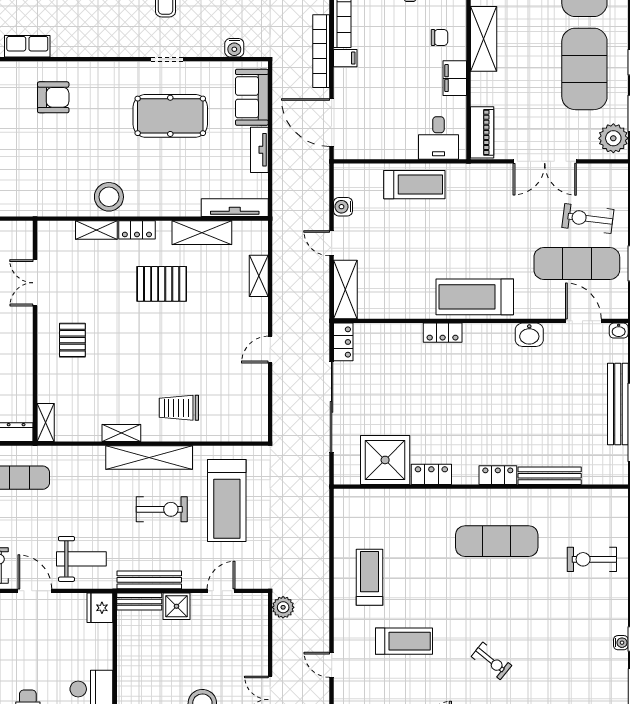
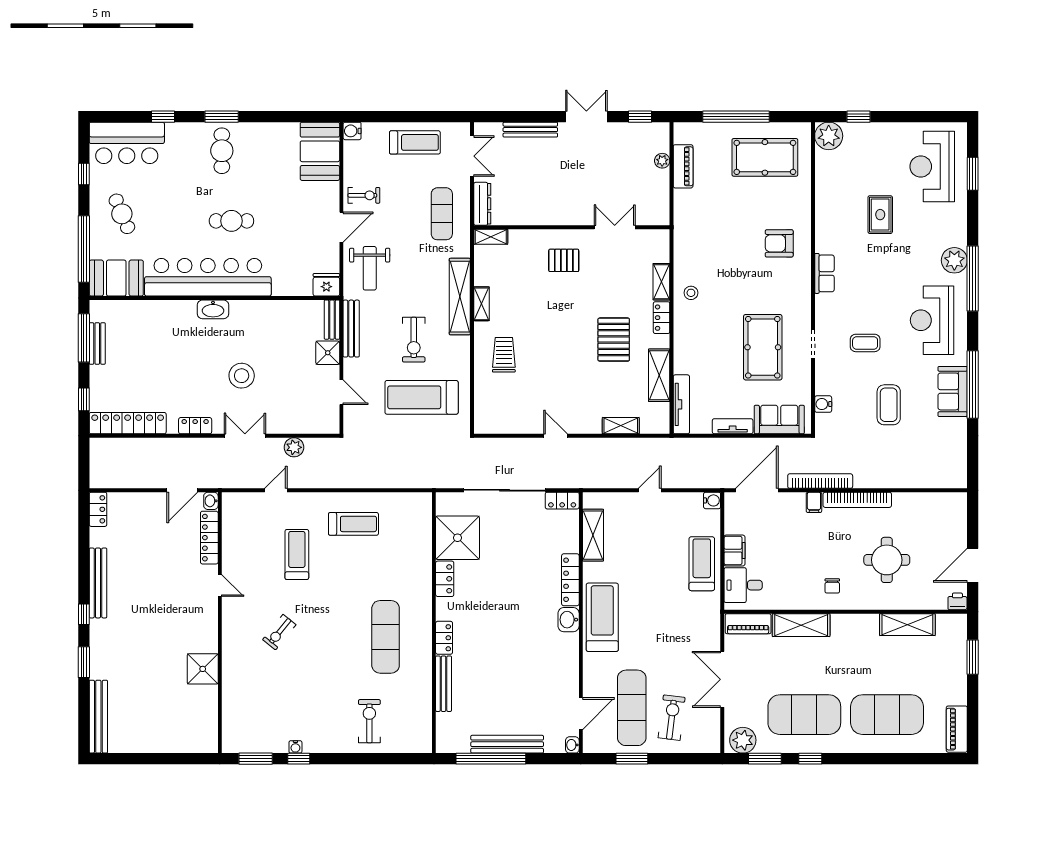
shelving: (484, 39) -> (801, 625), moved
row of seats: (27, 46) -> (824, 273), moved
filing cabinet: (455, 78) -> (734, 551), moved, turned 90
armchair: (53, 97) -> (779, 243), turned 90
treadmill: (414, 185) -> (702, 564), turned 180
stool: (109, 197) -> (691, 293), width x0.53, depth x0.53
water cooler: (343, 207) -> (712, 500), moved, turned 90
shelving: (345, 290) -> (593, 535), moved, turned 90
locker: (443, 333) -> (570, 580), width x1.53
washbasin: (529, 335) -> (569, 620), moved
shelving: (149, 457) -> (460, 297), moved
plant: (283, 607) -> (294, 447), moved
treadmill: (404, 641) -> (297, 554), turned 180

